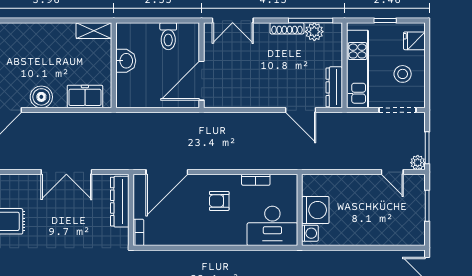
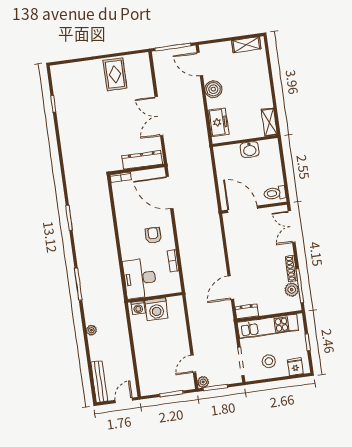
toilet: (168, 36) -> (275, 193), moved
dresser: (334, 87) -> (247, 311), width x0.70

